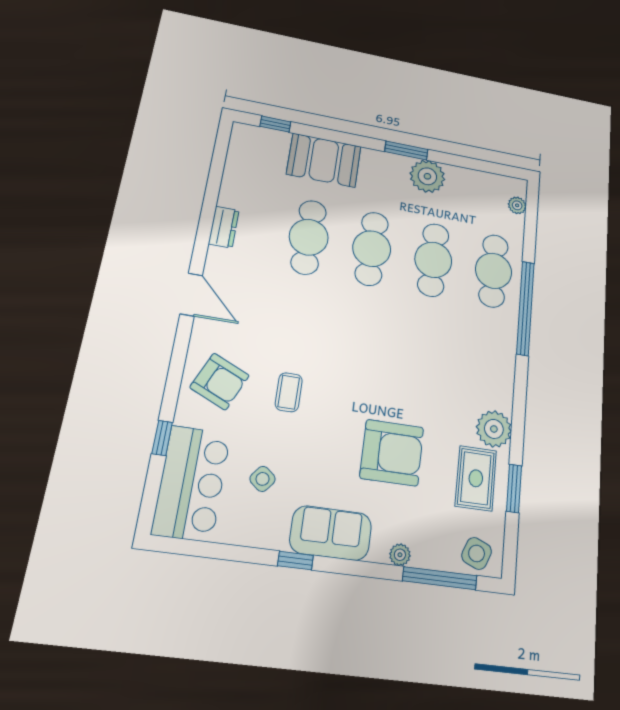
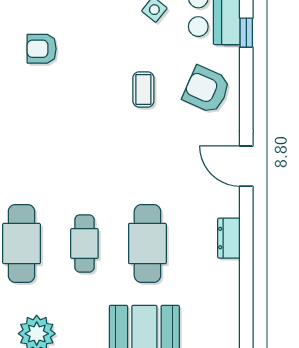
cafe table: (372, 249) -> (84, 243), width x0.73, depth x0.74
armchair: (392, 453) -> (42, 49), width x0.53, depth x0.53

